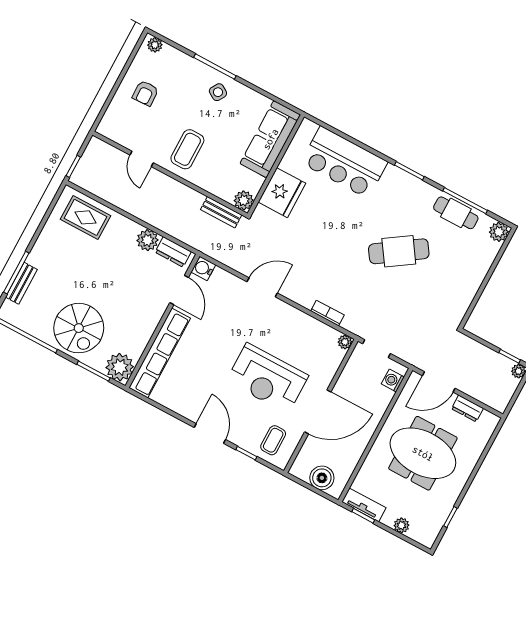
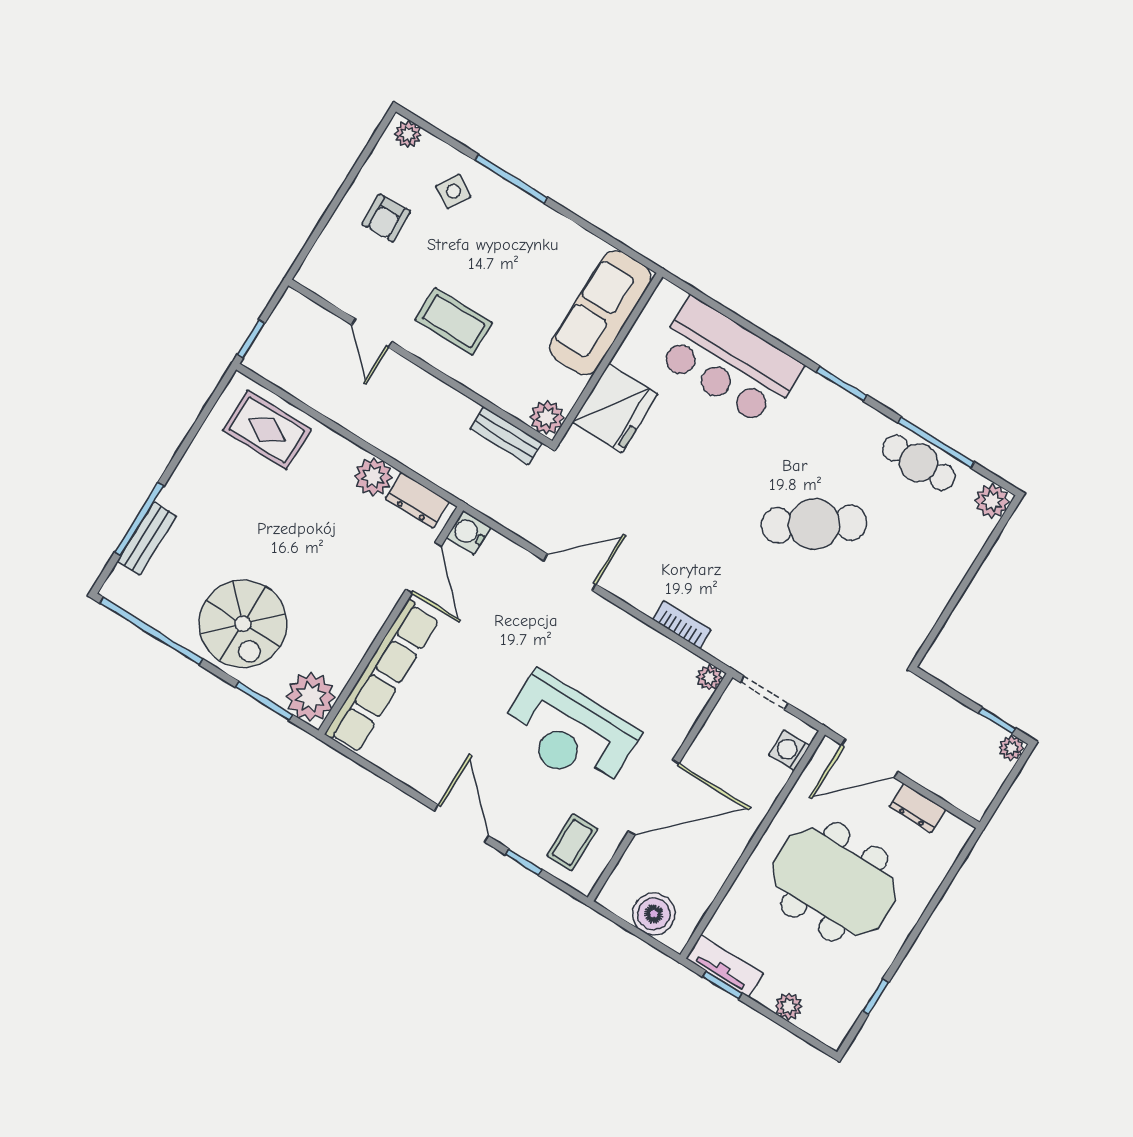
side table: (218, 92) -> (453, 191), moved
coffee table: (187, 149) -> (454, 321), turned 90

